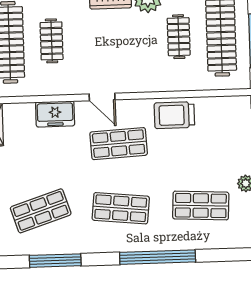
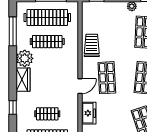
clothes rail: (179, 37) -> (47, 42), width x1.36
trolley: (174, 115) -> (92, 45), turned 180

